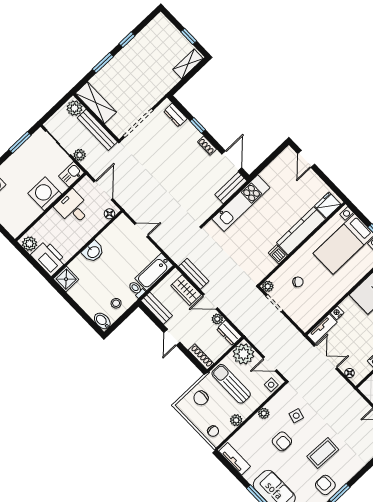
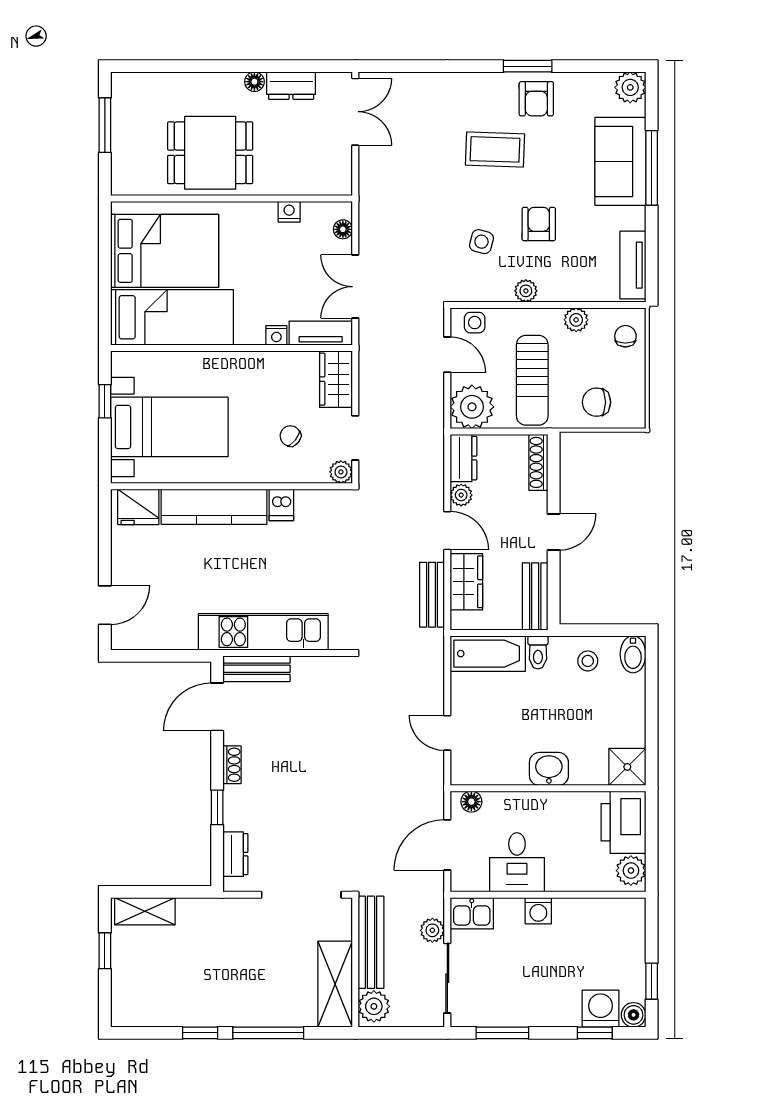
window: (103, 63) -> (268, 1033), width x1.44
washing machine: (45, 194) -> (538, 911), width x0.53, depth x0.53
wardrobe: (301, 317) -> (336, 379), added
chair: (201, 398) -> (596, 402), turned 180

